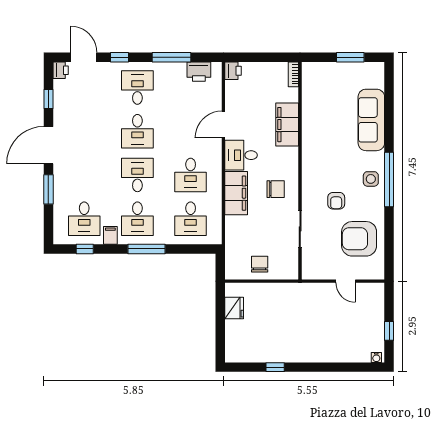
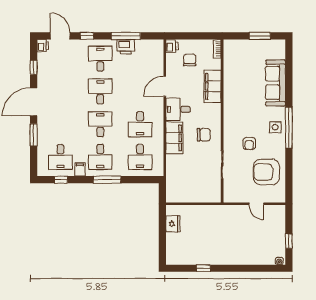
printer: (199, 72) -> (126, 47), moved
desk: (137, 131) -> (100, 91), turned 180
chair: (260, 264) -> (190, 60), moved

